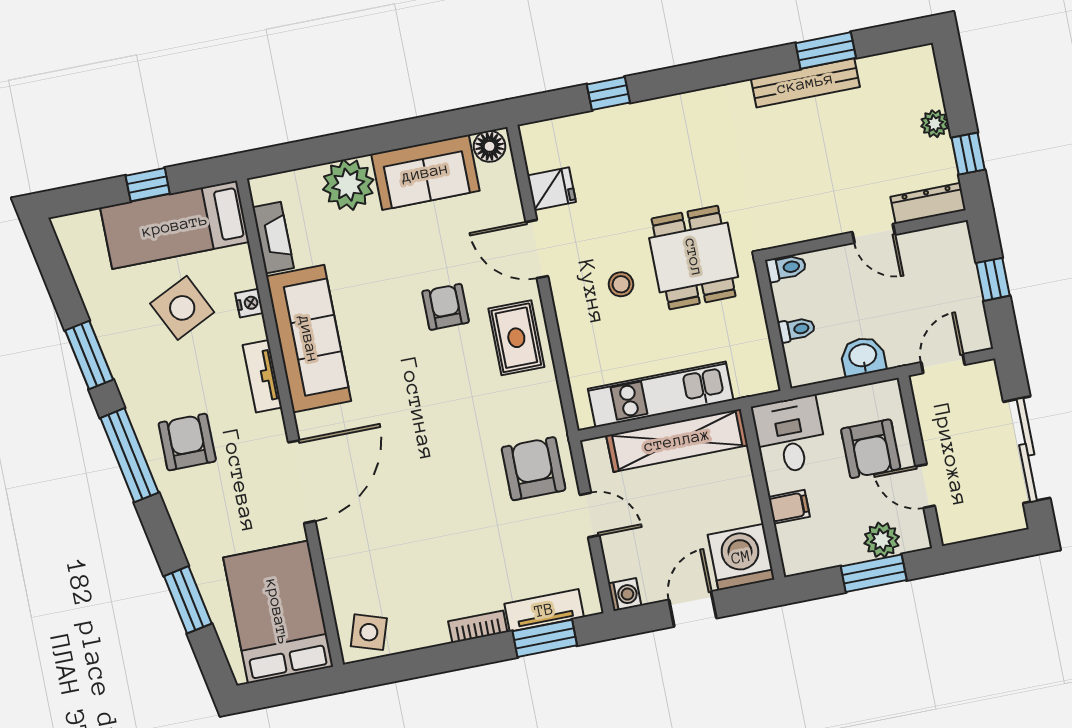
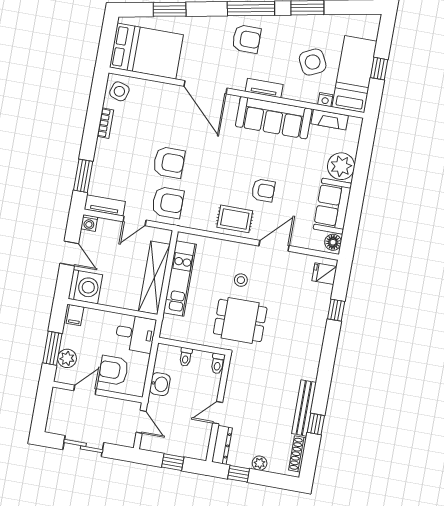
window: (826, 50) -> (316, 424), width x0.67
shoe rack: (892, 62) -> (297, 454), added
fridge: (552, 189) -> (324, 274), moved, turned 90
nightstand: (249, 303) -> (325, 100), moved
sliding door: (1027, 450) -> (83, 446), width x0.73
armchair: (461, 495) -> (169, 162), added
filing cabinet: (789, 507) -> (75, 315), moved
tv unit: (544, 610) -> (105, 205), moved, turned -90
bookcase: (478, 627) -> (105, 123), moved

